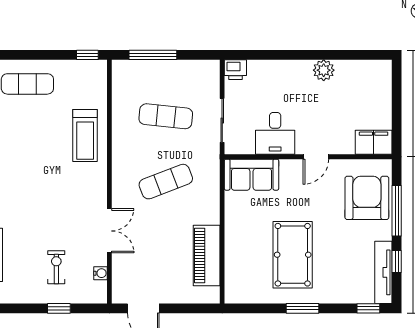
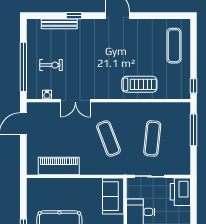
printer: (235, 70) -> (180, 192), width x1.87, depth x1.48
treadmill: (85, 135) -> (139, 84), turned 180
window: (59, 308) -> (23, 67), width x3.17

